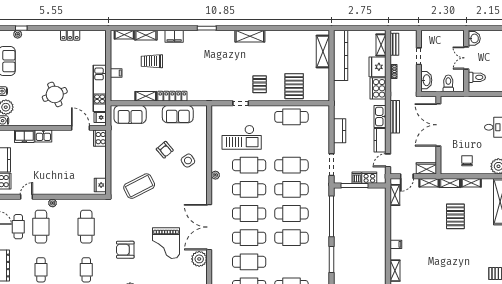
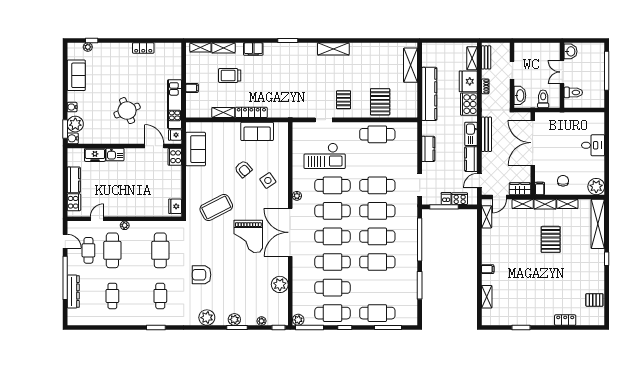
kitchen counter: (341, 55) -> (429, 94), moved
sofa: (130, 114) -> (196, 149), moved, turned -90
filing cabinet: (445, 168) -> (540, 188), added
double door: (209, 227) -> (290, 232), moved
grand piano: (166, 243) -> (248, 236), moved

